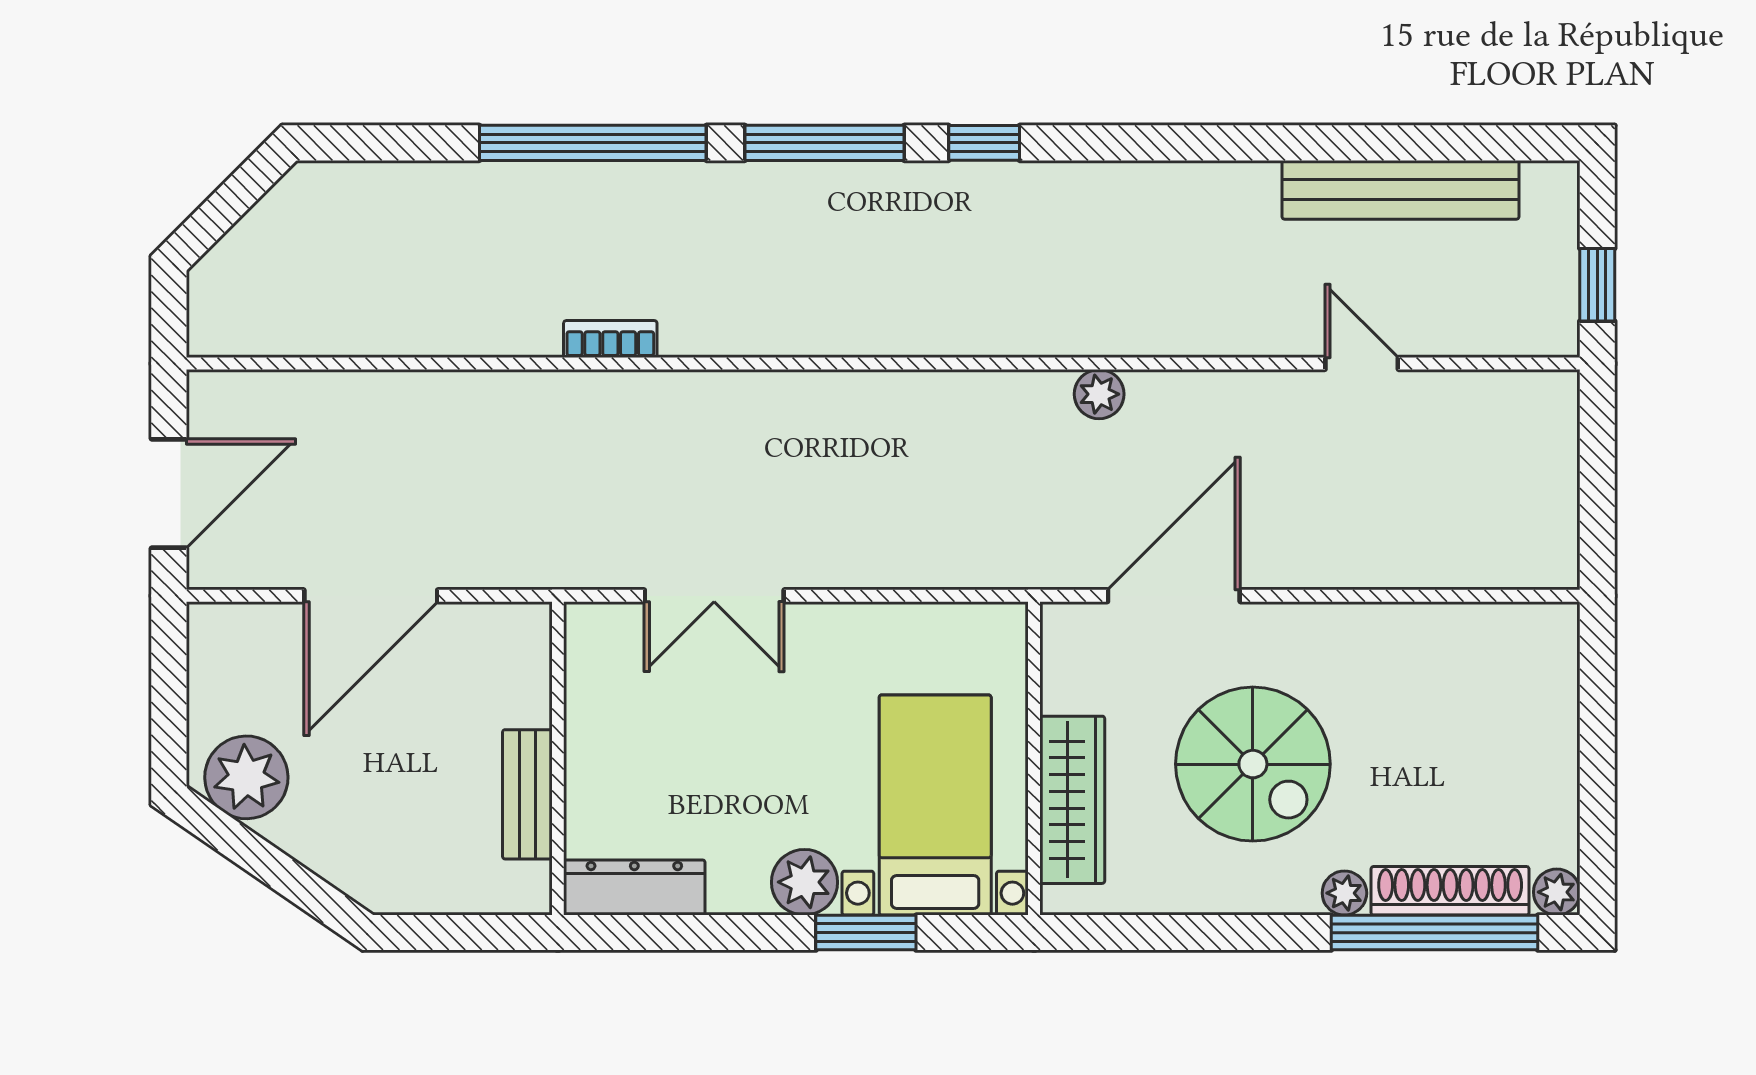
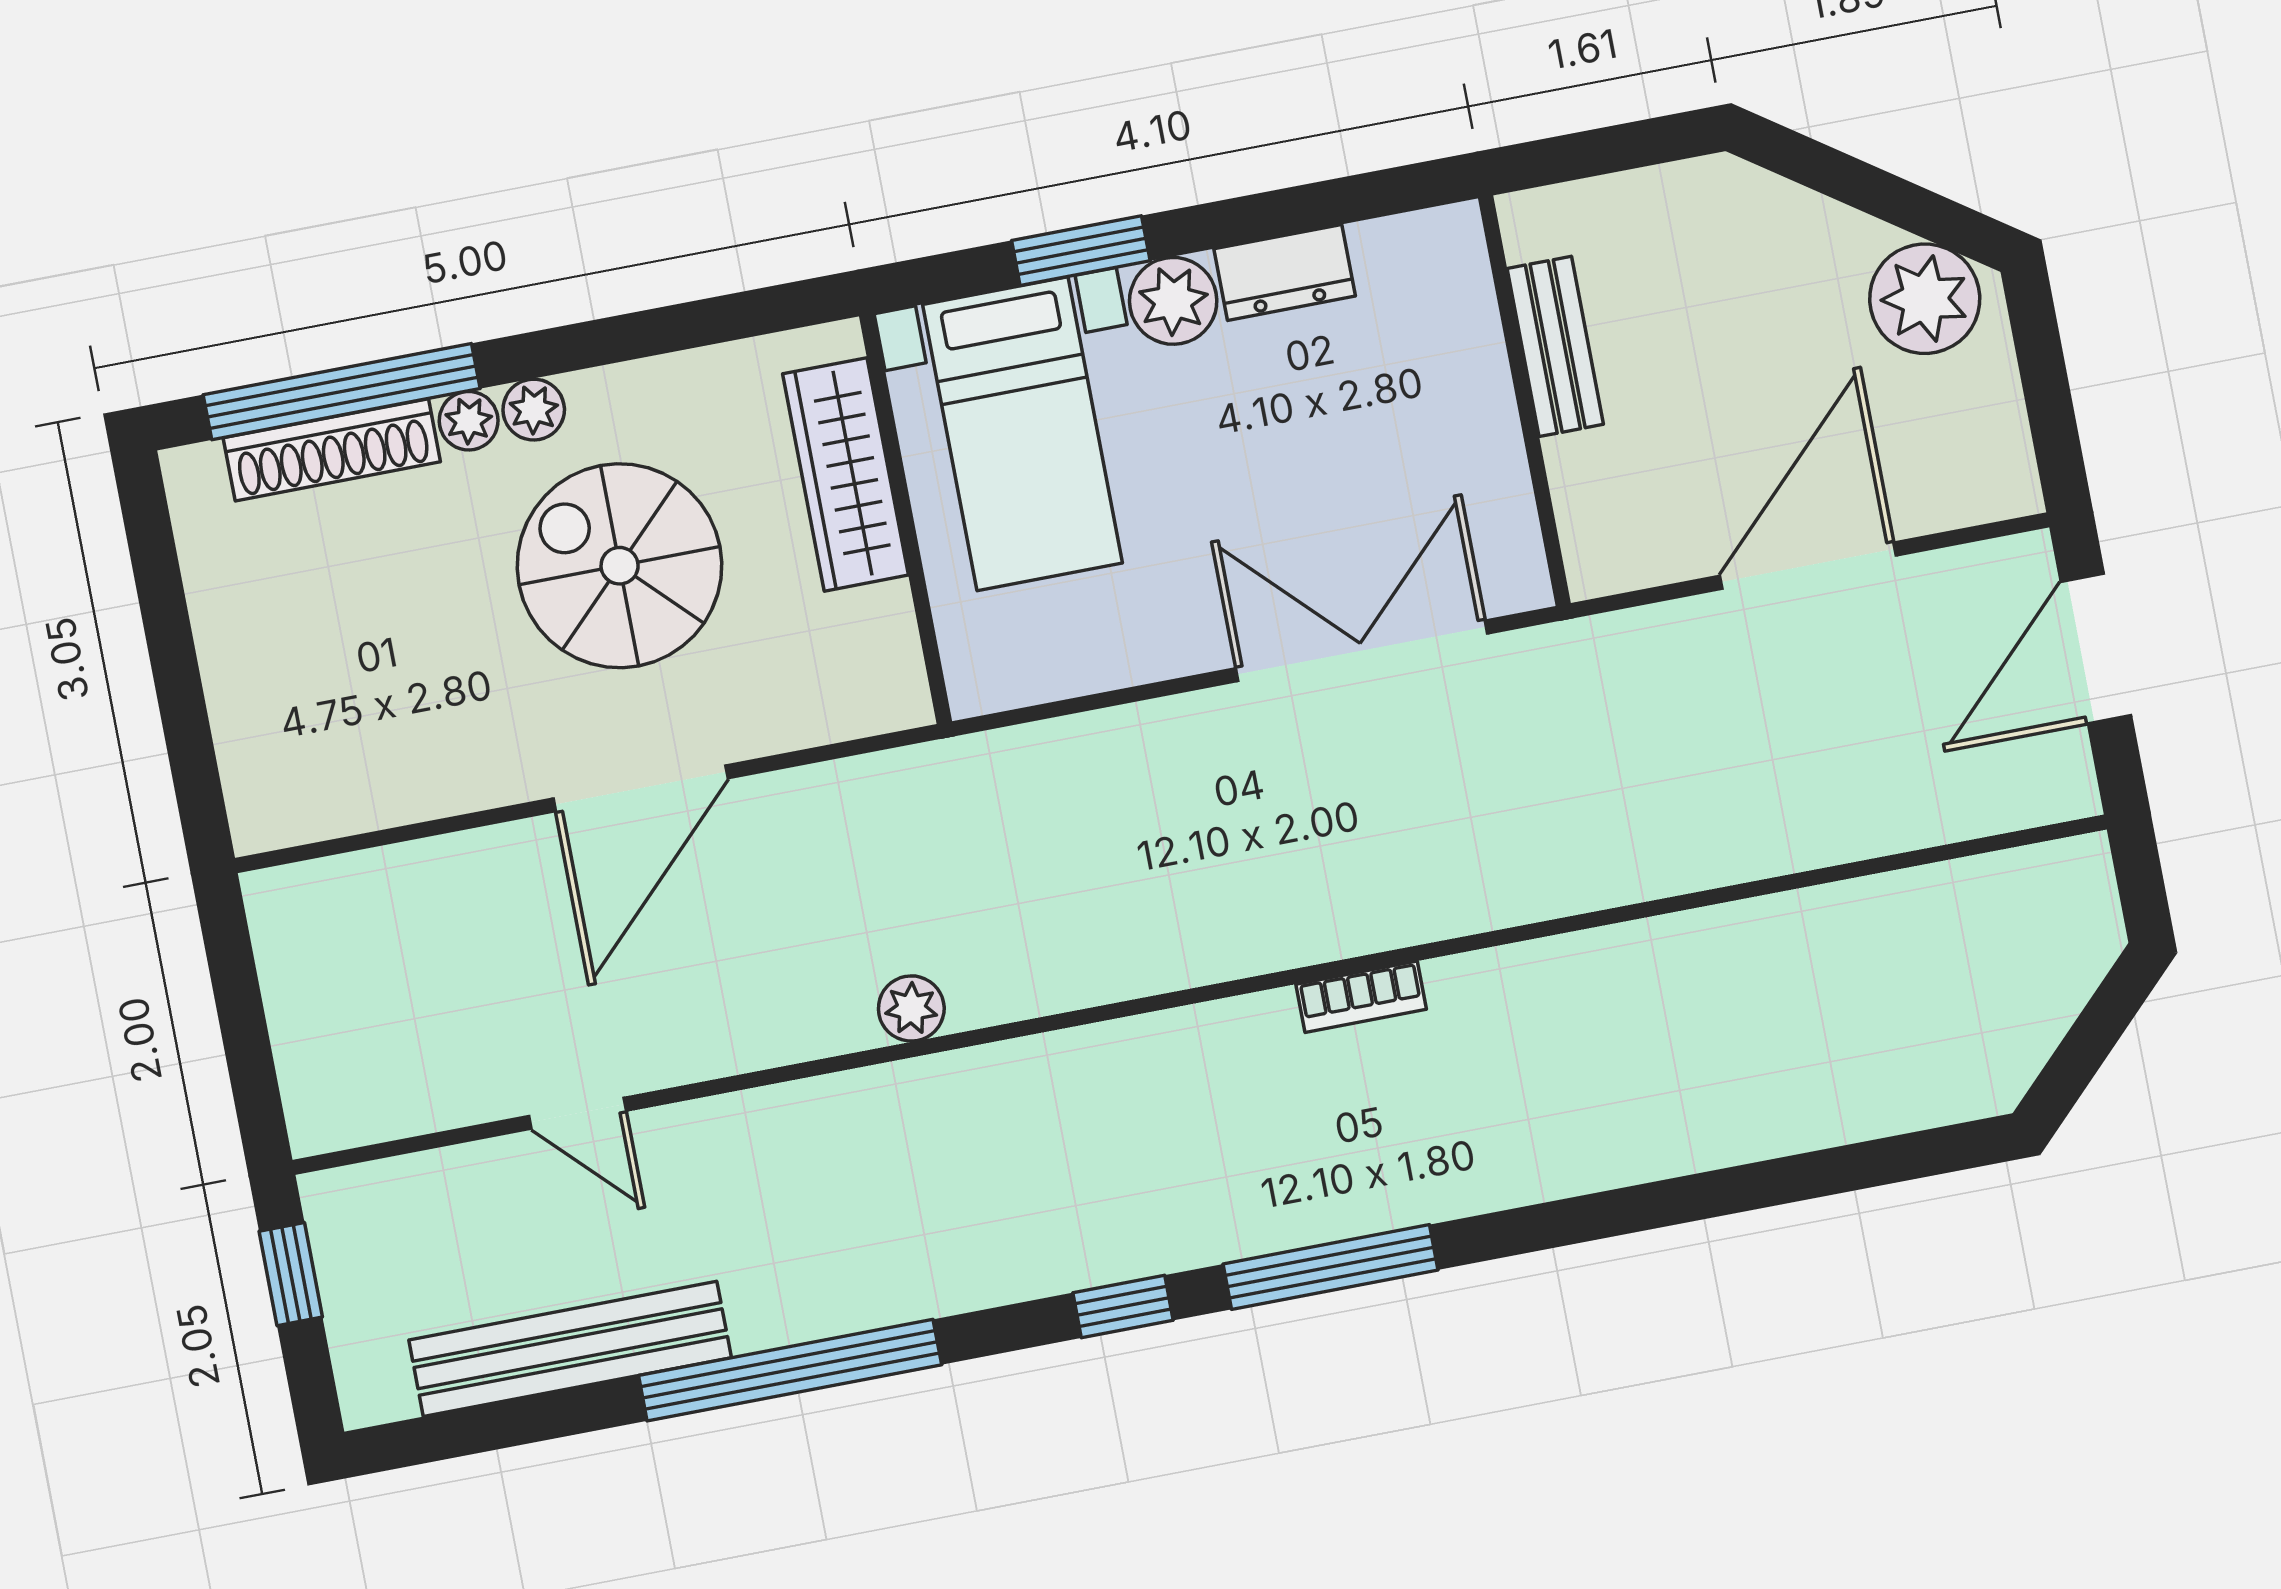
window: (593, 143) -> (790, 1370), moved
bookcase: (610, 339) -> (1361, 997), moved
double door: (714, 596) -> (1362, 651), width x1.37
door: (1174, 596) -> (641, 788), moved
dresser: (634, 888) -> (1285, 272), moved, width x0.70
plant: (1557, 892) -> (534, 410), moved

